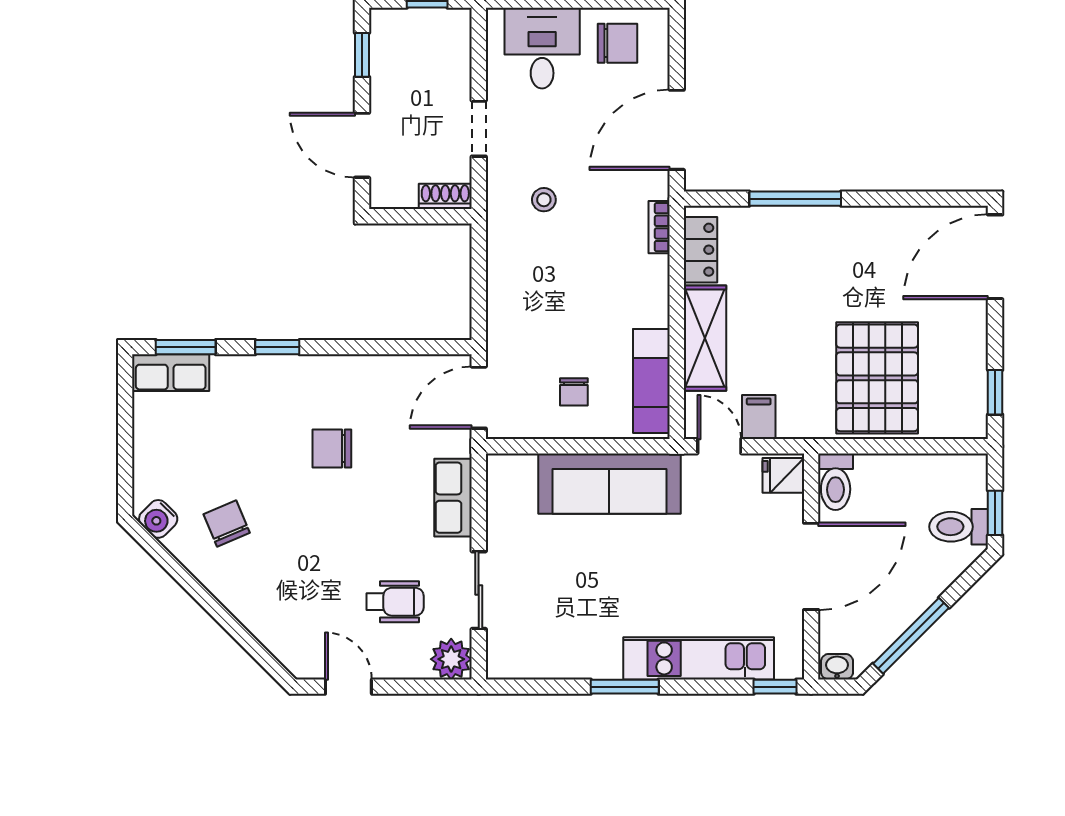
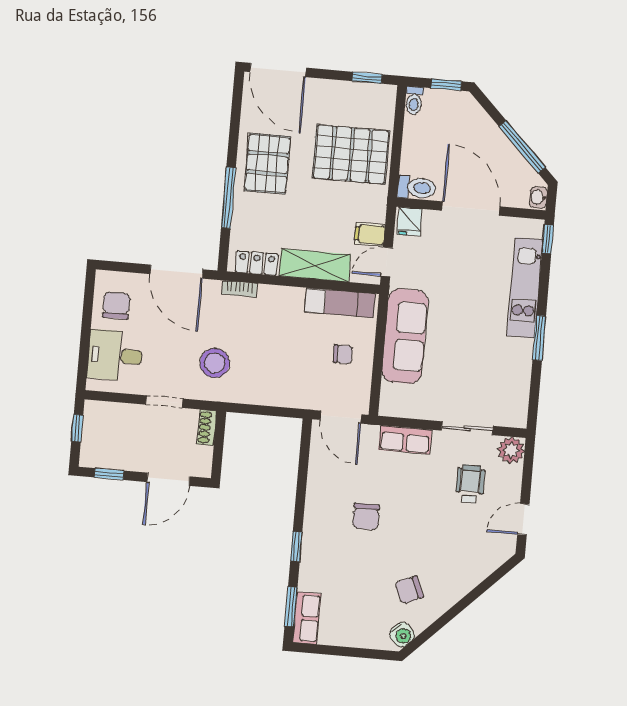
stool: (544, 200) -> (215, 363), width x1.89, depth x1.89
pallet: (852, 253) -> (267, 164), added
toilet: (959, 527) -> (414, 101), moved, width x0.73, depth x0.72

